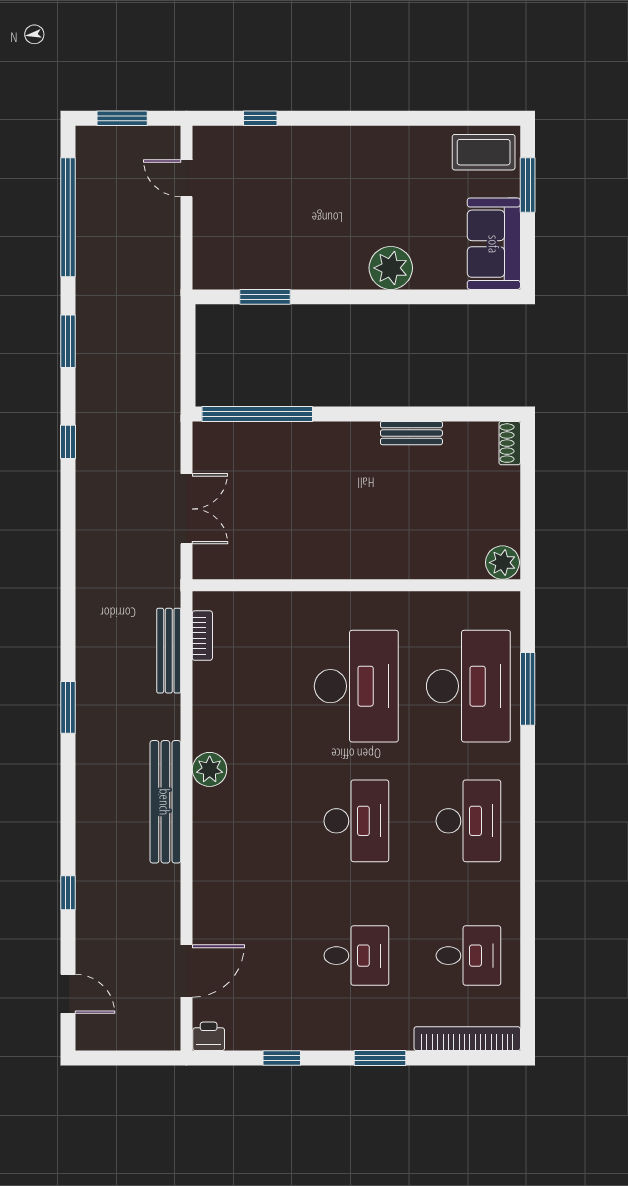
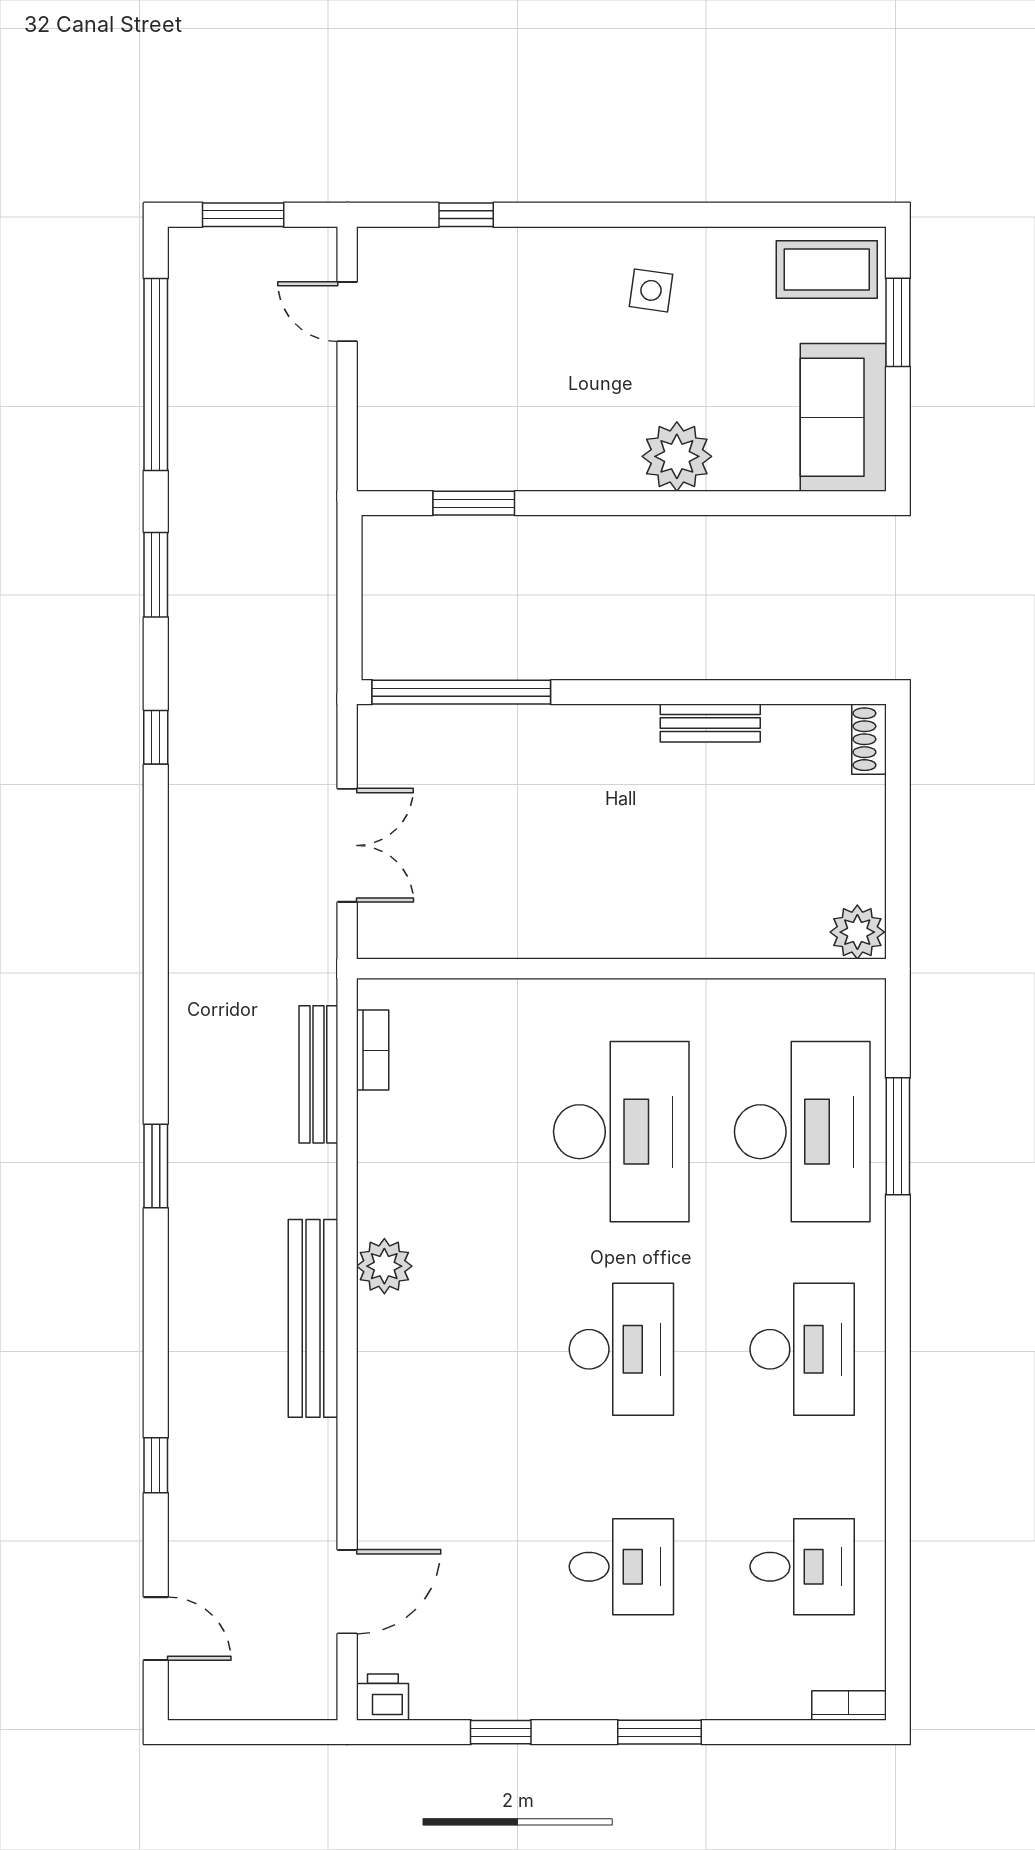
side table: (375, 165) -> (651, 290), added
bookcase: (467, 1039) -> (849, 1705), width x0.43, depth x0.76

